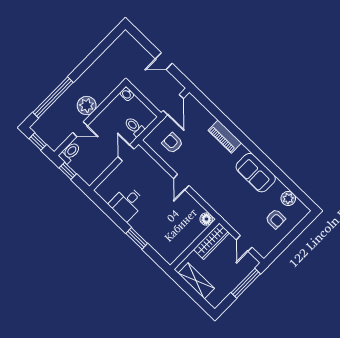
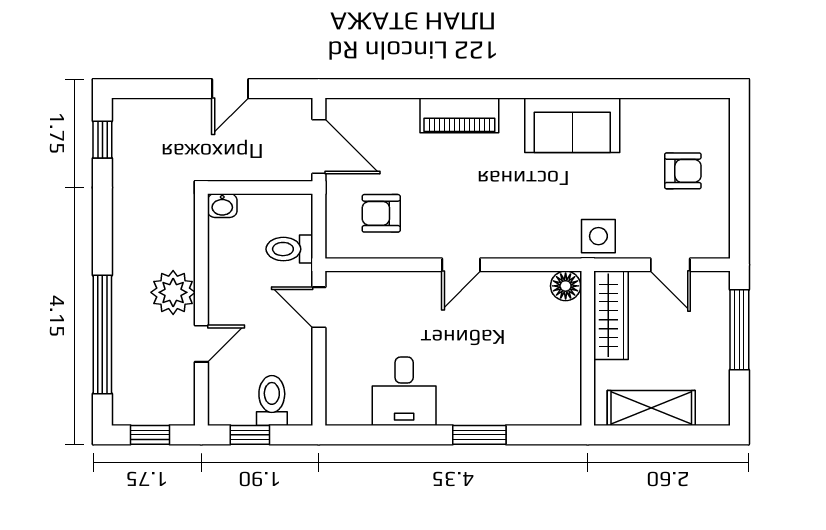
window: (110, 39) -> (102, 140), added
toilet: (70, 153) -> (272, 400), moved
door: (181, 182) -> (461, 265), hinge flipped
plant: (288, 198) -> (670, 115), removed
side table: (231, 214) -> (598, 236), added

